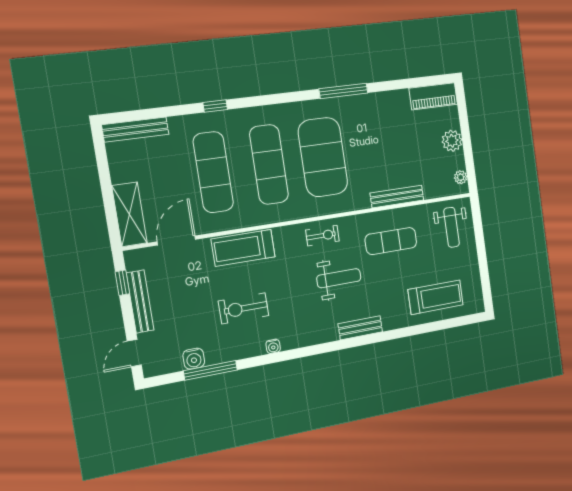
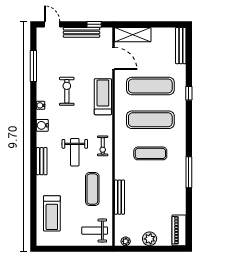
exercise mat: (323, 157) -> (150, 153), width x0.50, depth x0.69
water cooler: (194, 359) -> (42, 125), moved

